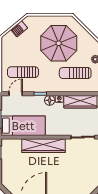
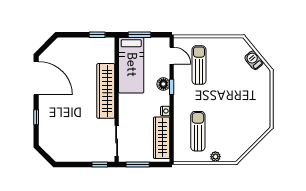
parasol: (59, 43) -> (236, 110), removed
floor lamp: (50, 100) -> (163, 84), moved

